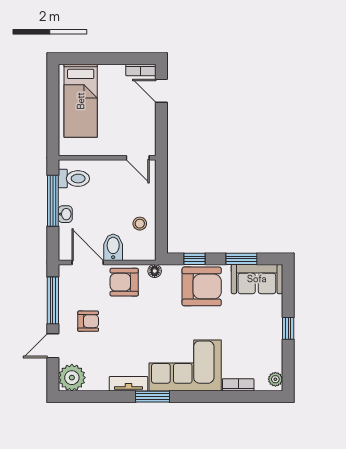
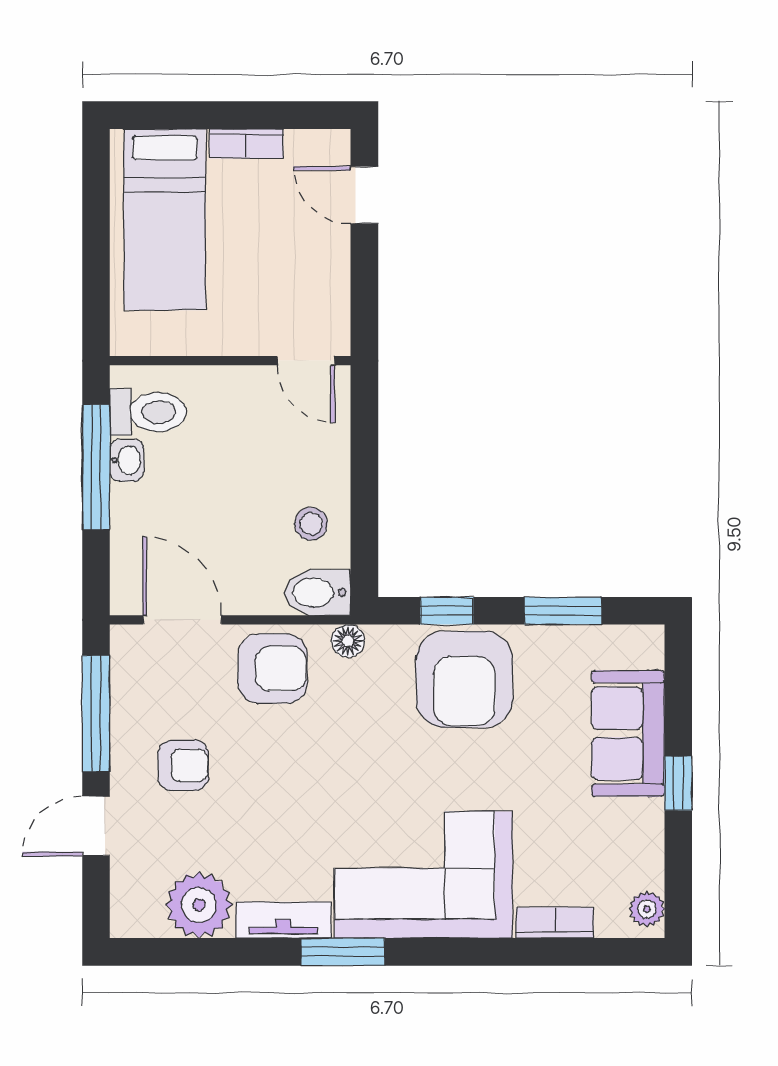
bookcase: (141, 70) -> (246, 144), moved
washbasin: (65, 214) -> (127, 460), moved
bidet: (113, 247) -> (318, 593), moved, turned -90
sofa: (257, 279) -> (628, 733), moved, turned 90
armchair: (124, 282) -> (273, 669), turned 180
armchair: (202, 286) -> (464, 679), turned 90
plant: (72, 378) -> (199, 905), moved

